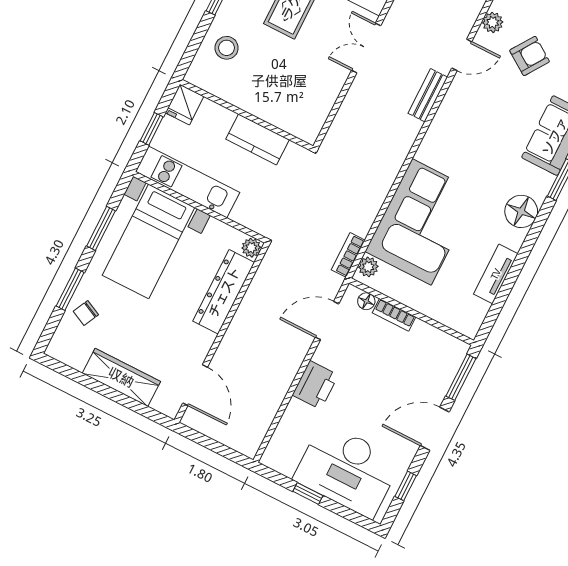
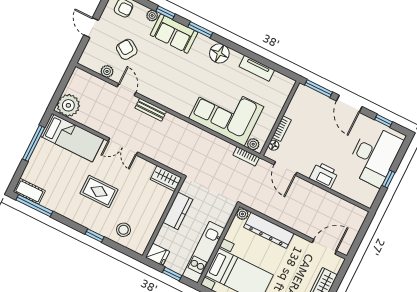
wardrobe: (312, 120) -> (166, 179), added

